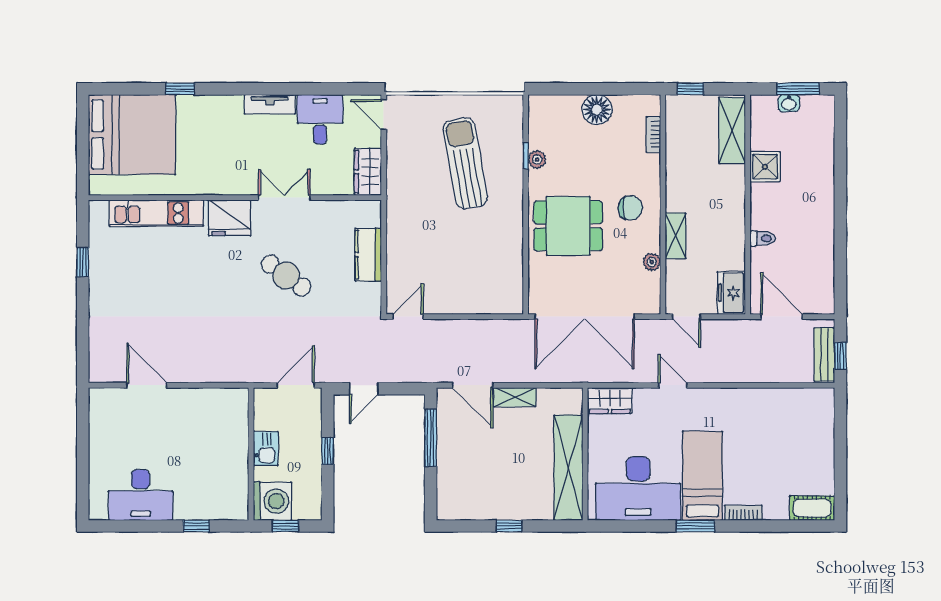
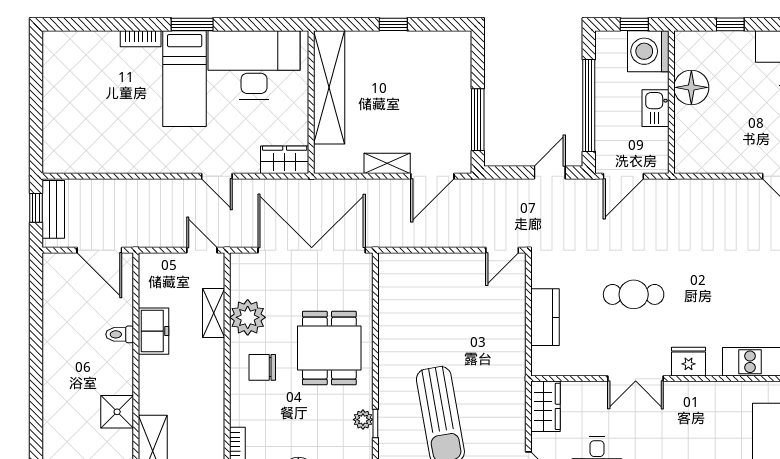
fridge: (230, 218) -> (688, 362), width x0.73, depth x0.75
dining table: (568, 226) -> (329, 348), turned 90
shelving: (676, 236) -> (214, 313), moved
plant: (652, 262) -> (248, 317), width x1.87, depth x1.87
cafe table: (286, 276) -> (634, 294), turned -36
freezer: (731, 293) -> (153, 331), moved
door: (473, 385) -> (432, 176), swing flipped
window: (328, 451) -> (589, 105), width x3.17
floor lamp: (233, 467) -> (691, 87), added
cot: (812, 508) -> (66, 44), removed

